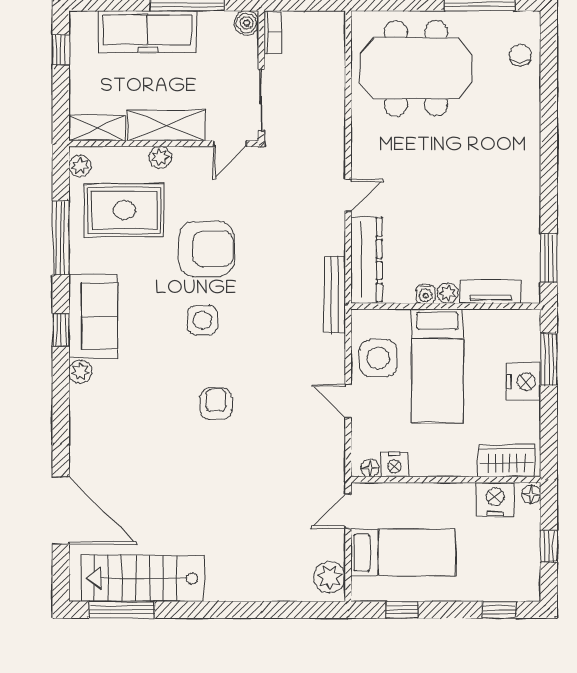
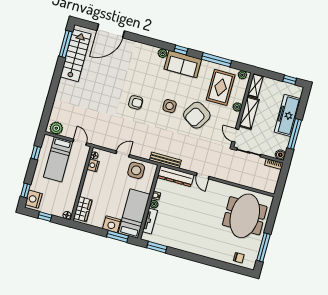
armchair: (206, 249) -> (197, 115), turned 32
bed: (437, 366) -> (134, 214), moved, turned 90
nightstand: (495, 499) -> (34, 199), moved, turned 180

